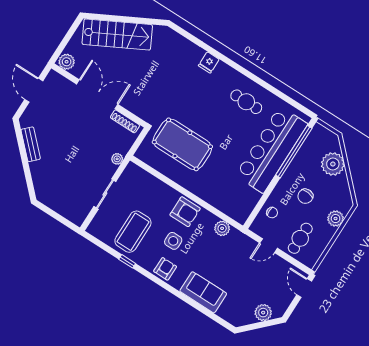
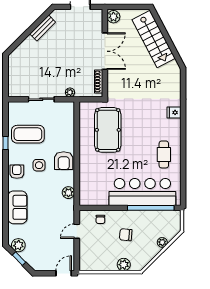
plant: (333, 164) -> (162, 242), width x0.53, depth x0.53
cafe table: (300, 238) -> (95, 249), removed
door: (269, 246) -> (77, 231), hinge flipped
armchair: (165, 269) -> (17, 172), turned -90
plant: (263, 313) -> (18, 245), moved
window: (258, 325) -> (19, 259), added

